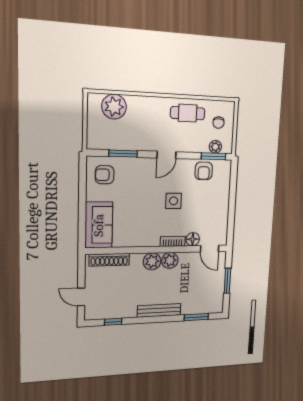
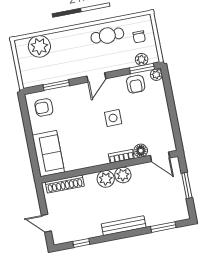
plant: (226, 166) -> (156, 75), added

